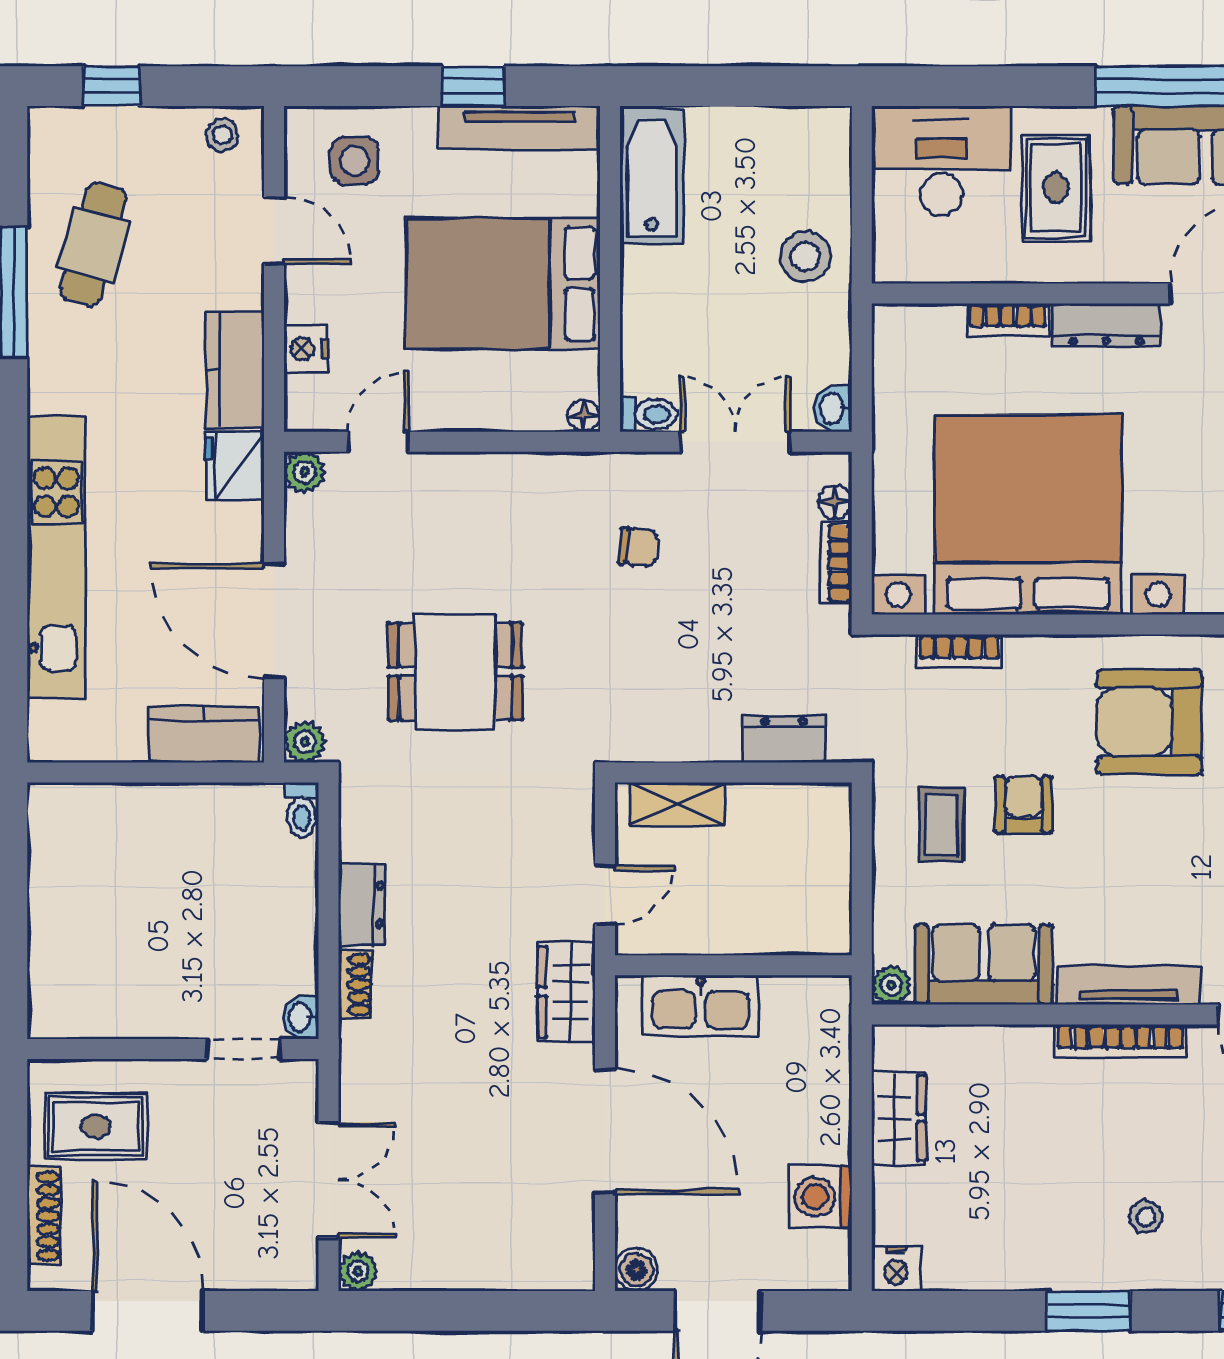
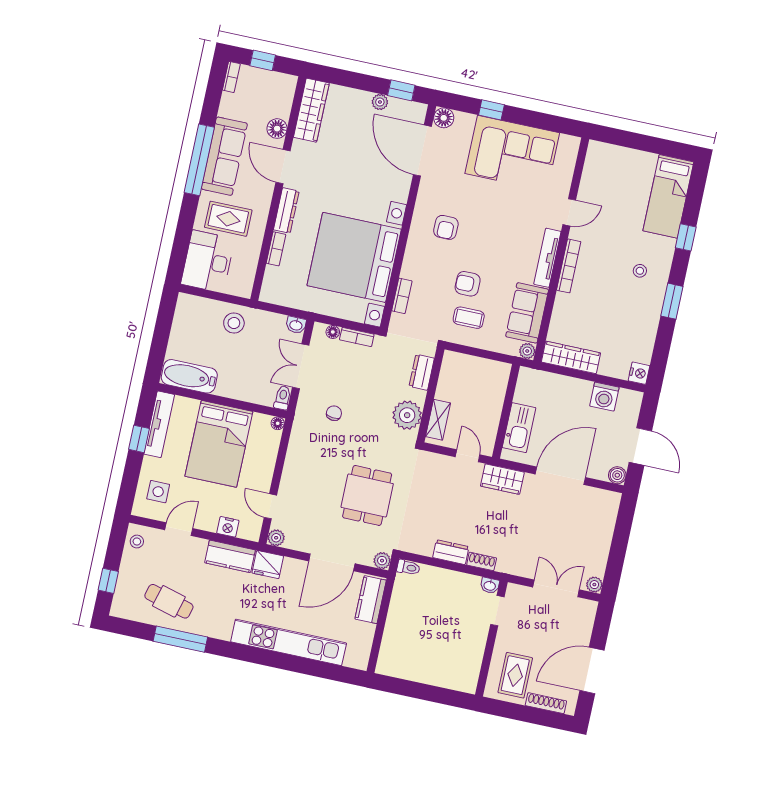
armchair: (1149, 722) -> (446, 227), width x0.53, depth x0.53
plant: (672, 726) -> (407, 415), added
wardrobe: (899, 1118) -> (571, 357), width x1.50

